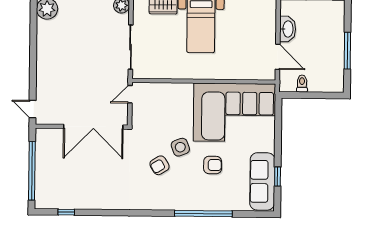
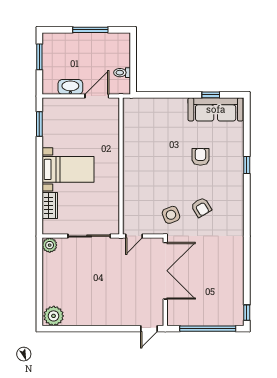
door: (130, 94) -> (134, 236), hinge flipped
corner sofa: (234, 112) -> (150, 137), removed
side table: (180, 147) -> (171, 215), moved
window: (66, 212) -> (247, 313), moved
window: (203, 214) -> (247, 165), width x0.32

